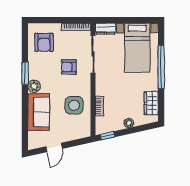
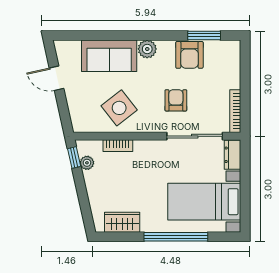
armchair: (44, 42) -> (189, 55), moved, turned -90
window: (25, 73) -> (204, 35), moved
side table: (74, 105) -> (119, 108), turned -38
plant: (129, 123) -> (87, 163), moved

